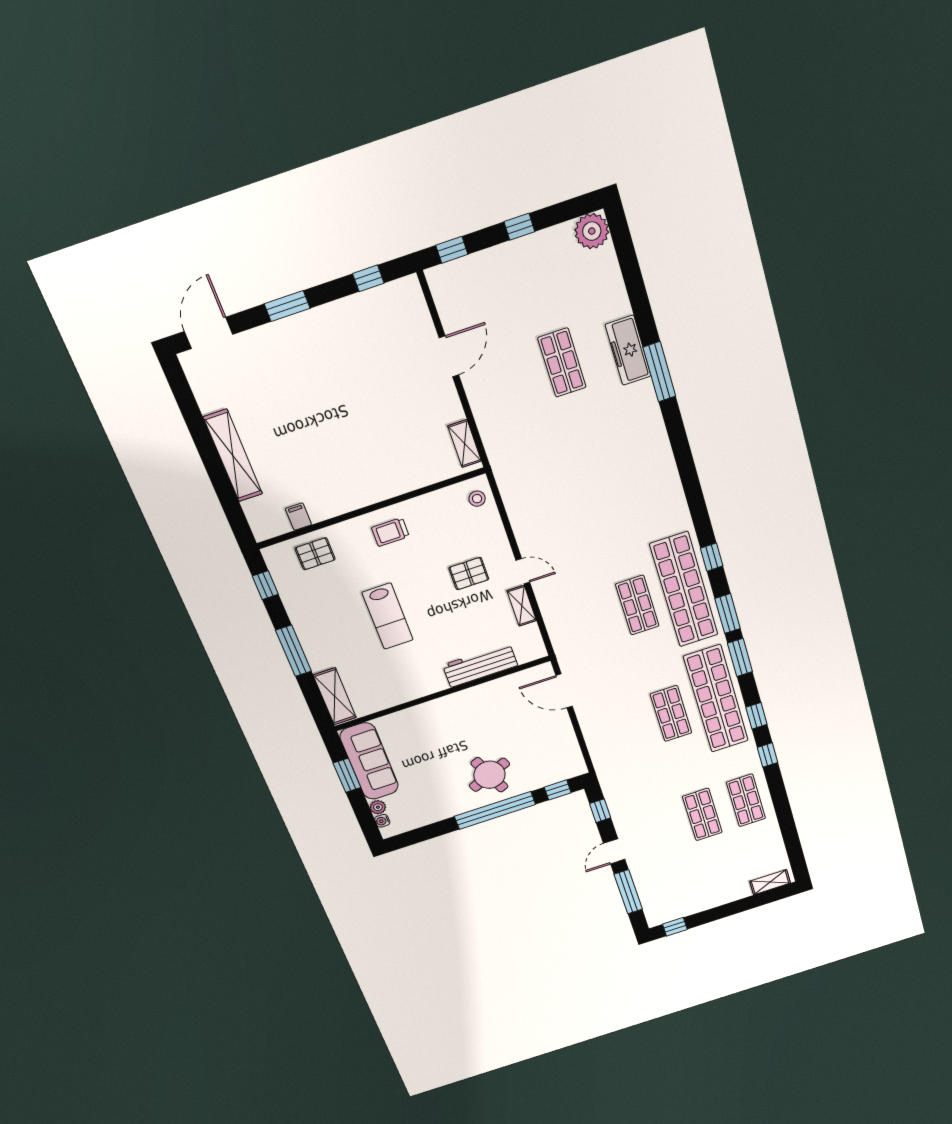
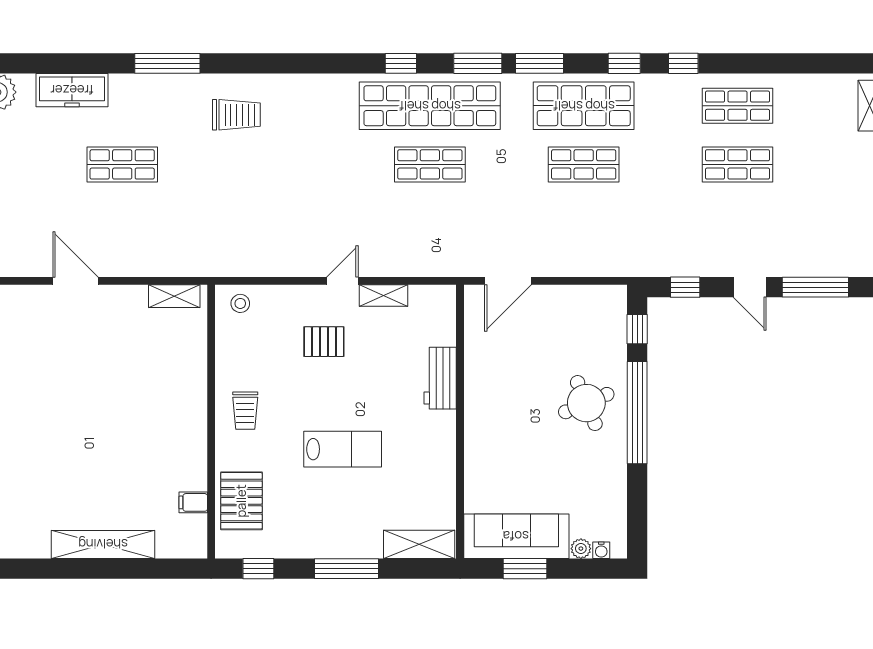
freezer: (628, 350) -> (72, 90), moved
trolley: (633, 443) -> (236, 115), added
pallet: (315, 554) -> (241, 501), width x1.50, depth x1.42
pallet: (469, 574) -> (324, 342), turned 90
workbench: (480, 665) -> (440, 378), width x0.73
shop shelf: (716, 699) -> (584, 106), width x0.71

